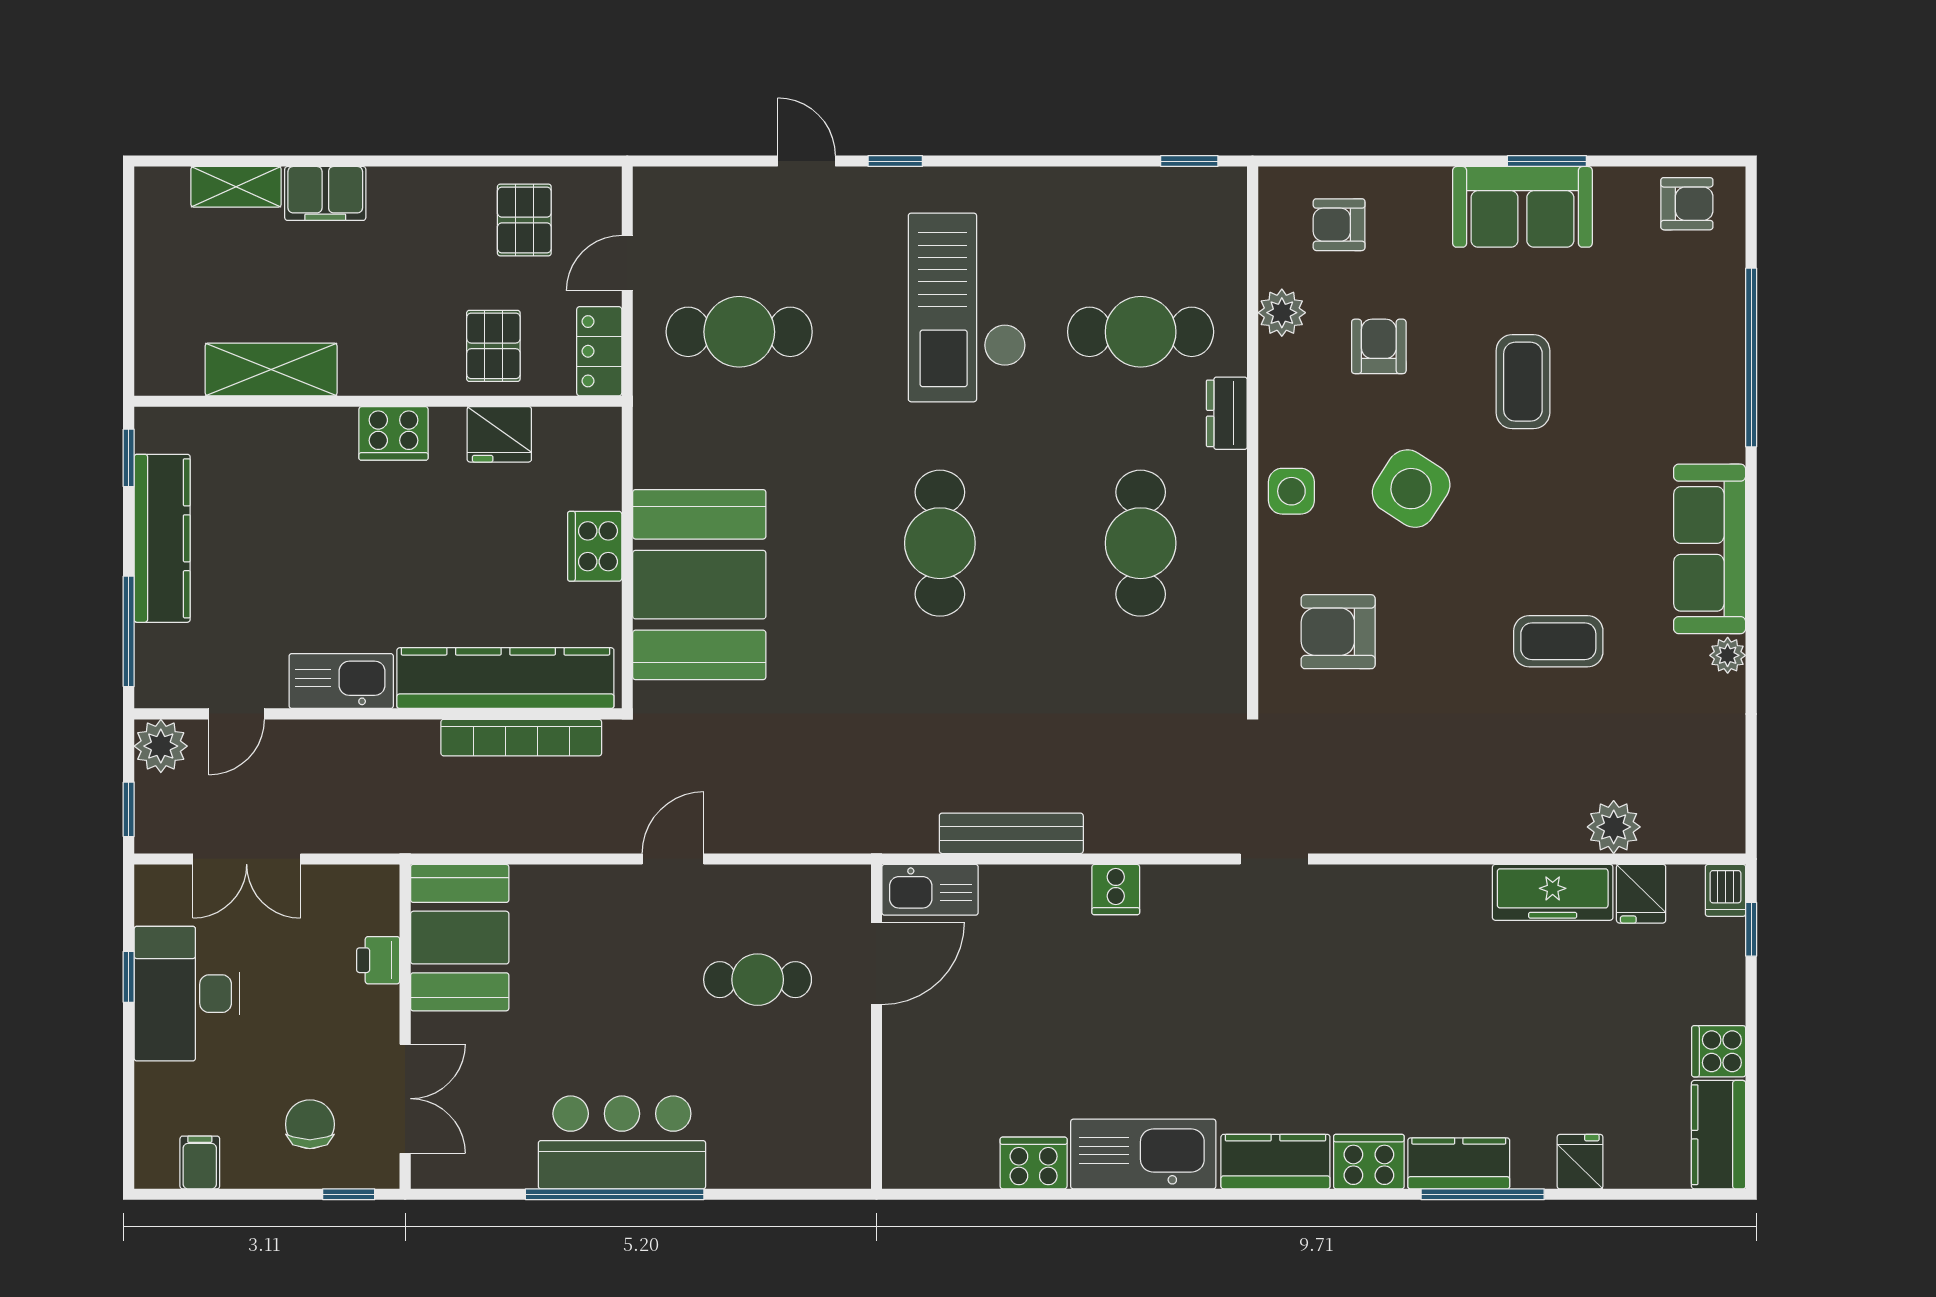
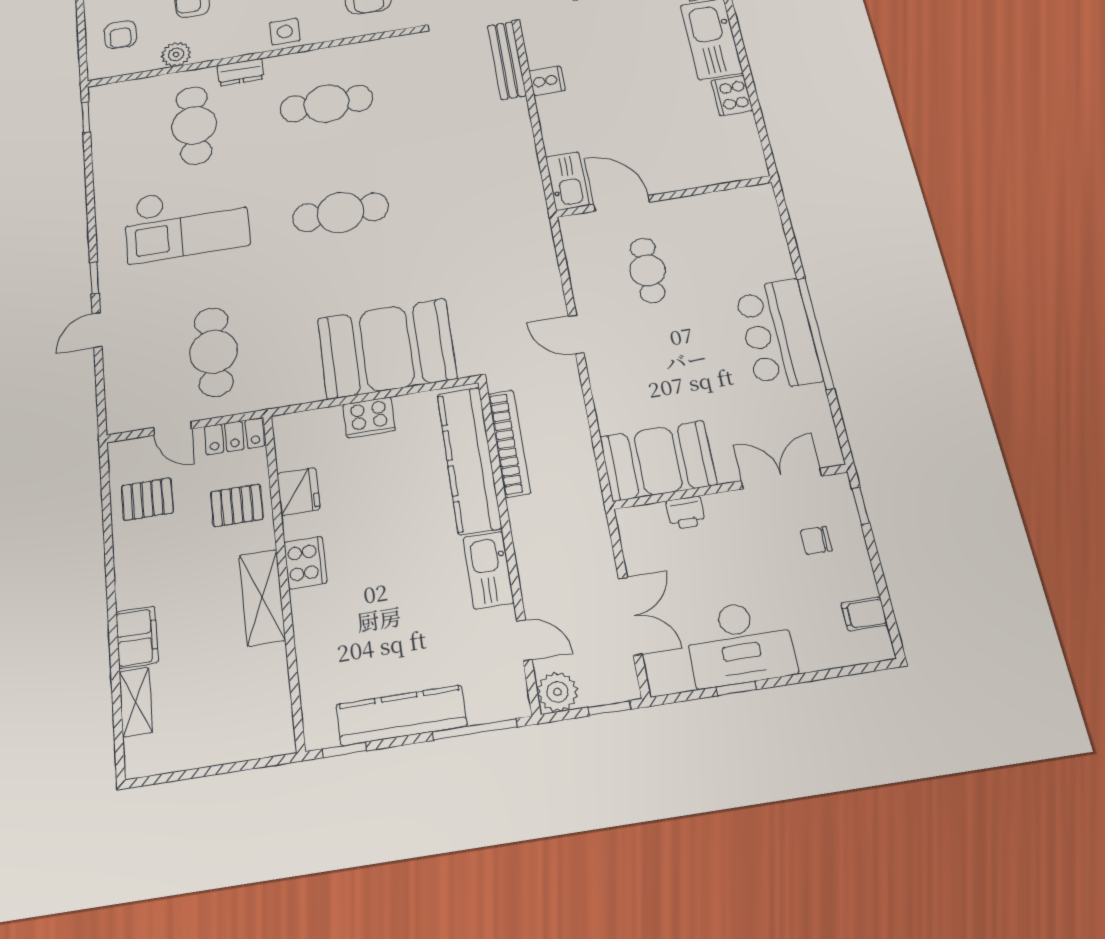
shelving: (271, 369) -> (262, 598), moved
bench: (1011, 833) -> (507, 60), moved
chair: (310, 1124) -> (816, 540), width x0.73, depth x0.73

